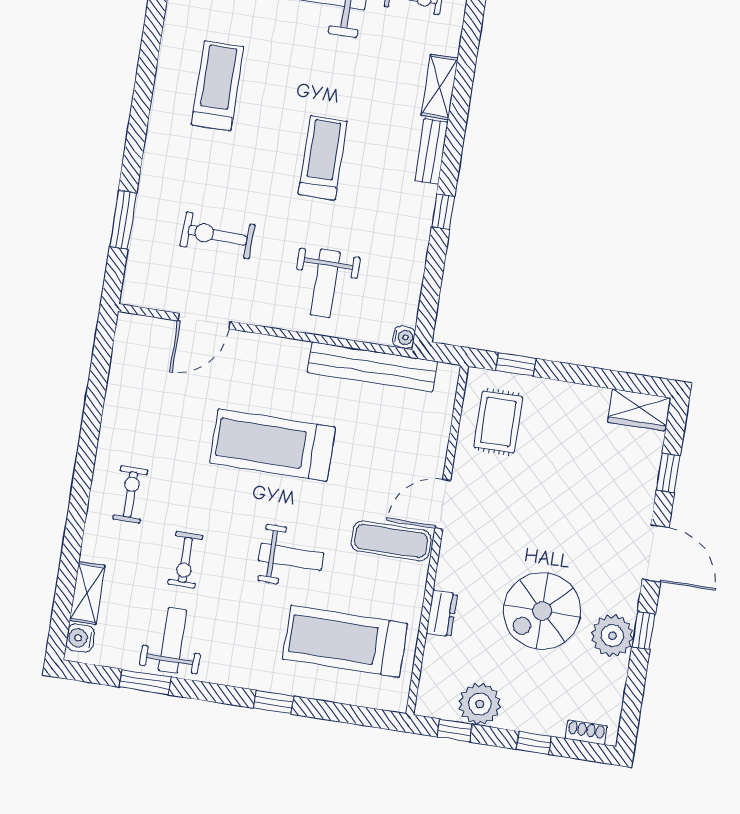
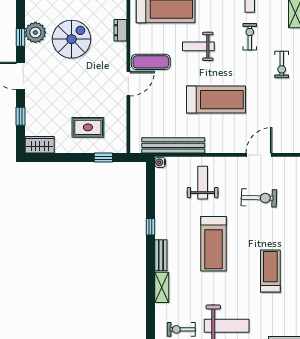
treadmill: (218, 86) -> (270, 271), turned 180
treadmill: (323, 158) -> (213, 244), width x1.37, depth x1.38
rug: (498, 422) -> (88, 127), moved, turned 90

